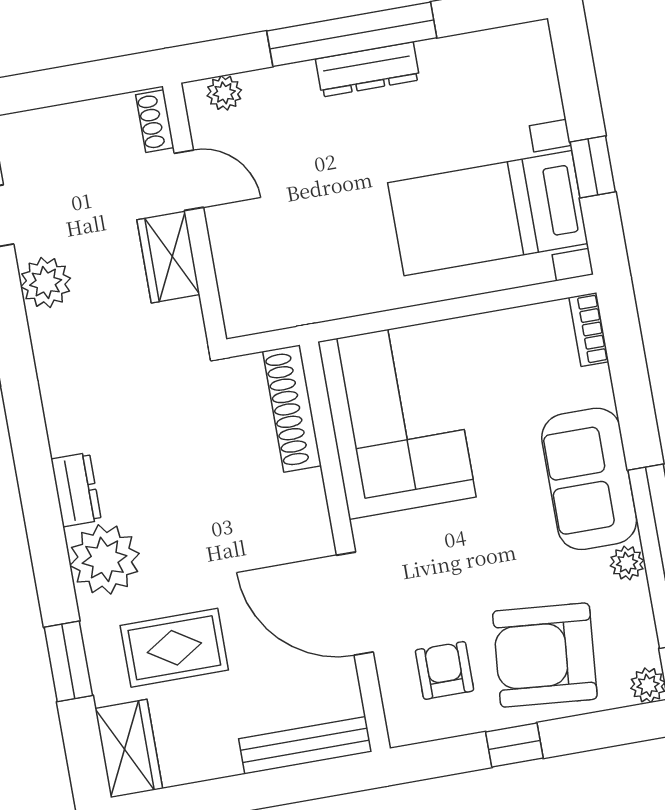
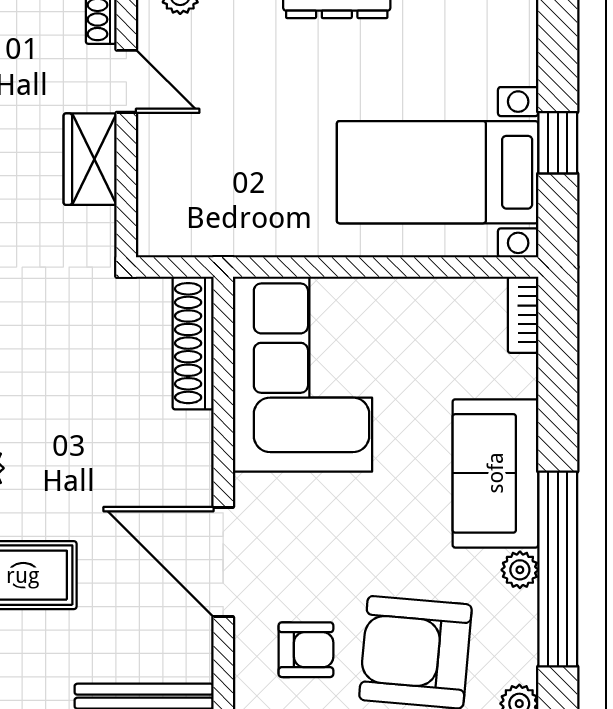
armchair: (445, 670) -> (306, 650), turned 90

